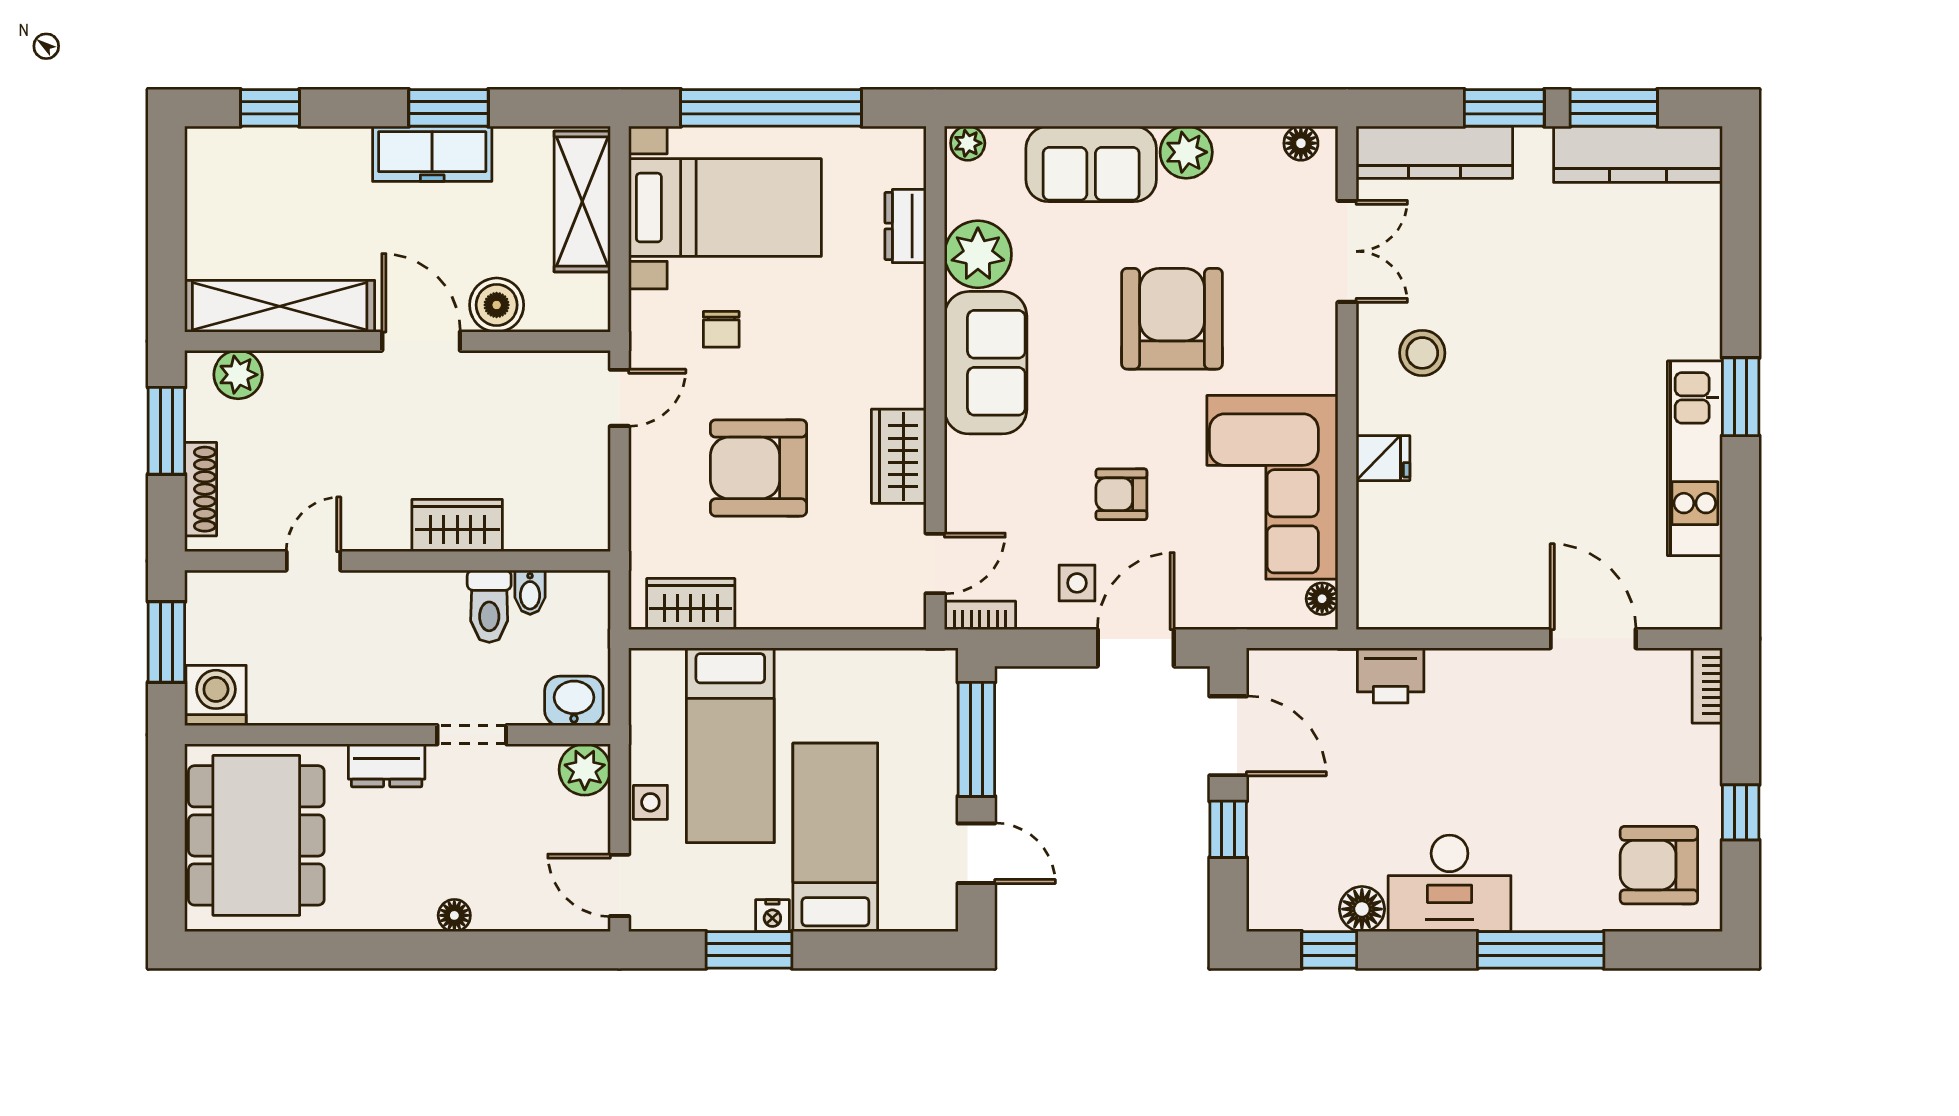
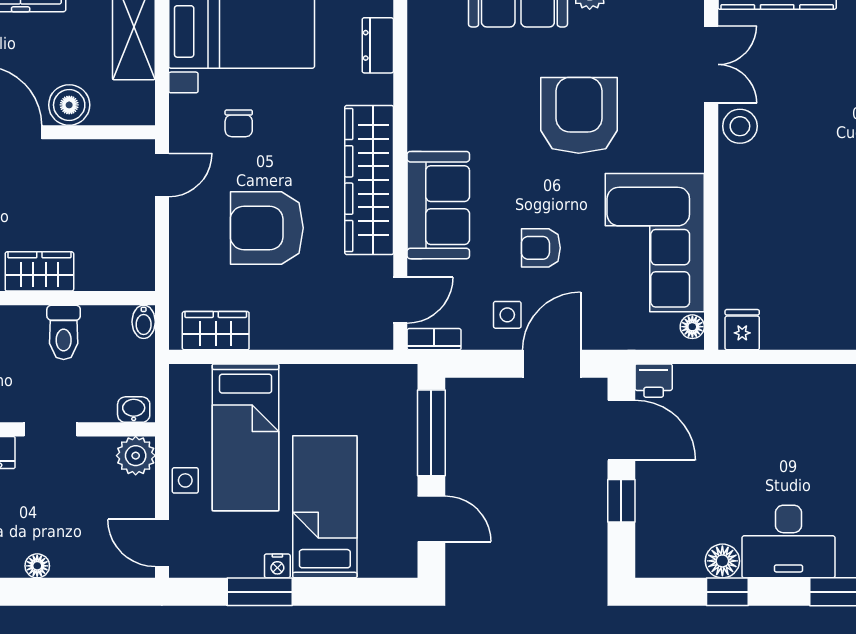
plant: (978, 254) -> (432, 67), removed
stool: (1422, 353) -> (740, 126), moved
sofa: (986, 363) -> (438, 205), moved
wardrobe: (899, 456) -> (369, 180), width x2.10, depth x1.17
fridge: (1383, 458) -> (742, 330), moved, turned -90
bidet: (530, 592) -> (144, 322), moved
printer: (1391, 675) -> (654, 381), moved, width x0.73, depth x0.81
washbasin: (574, 701) -> (134, 410), width x0.72, depth x0.69
window: (1329, 950) -> (727, 592), moved

